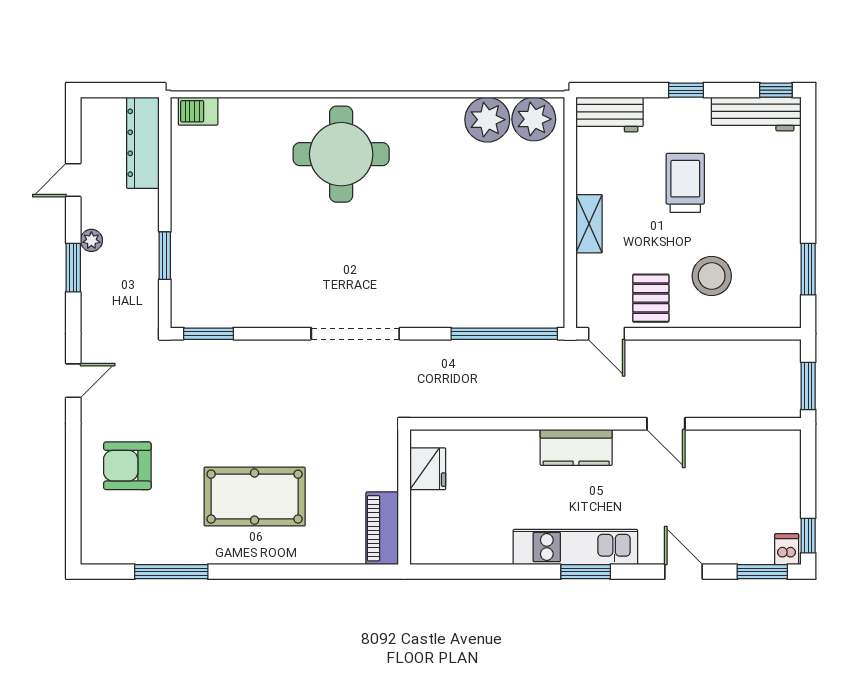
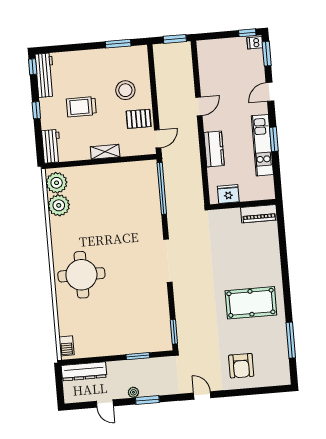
fridge: (428, 469) -> (228, 194), moved
pool table: (255, 497) -> (251, 303), turned 90
wall: (404, 497) -> (243, 204), moved
piano: (382, 528) -> (259, 214), moved

